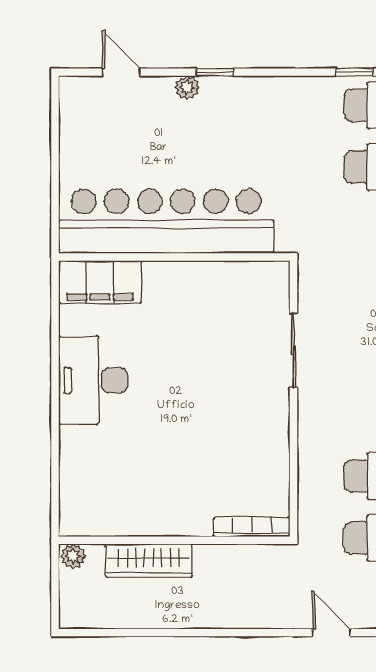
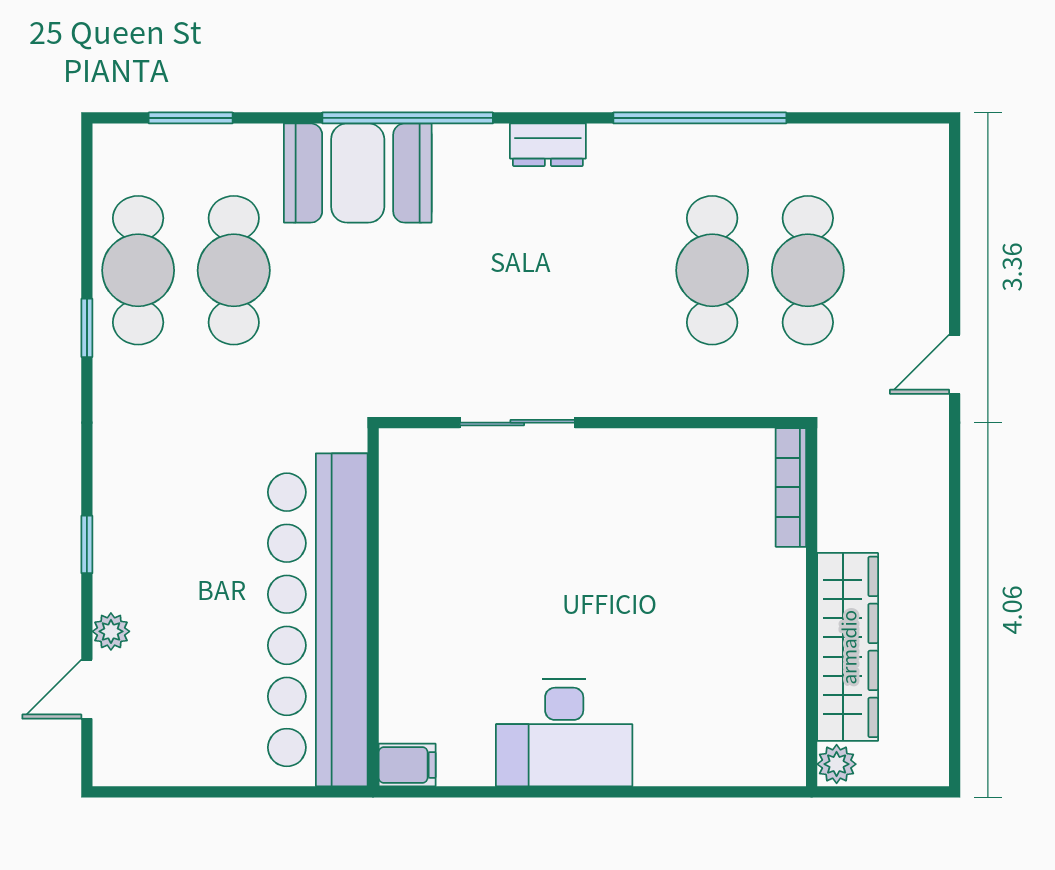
plant: (187, 88) -> (111, 631), moved
filing cabinet: (100, 282) -> (407, 765), width x0.33, depth x0.86
wardrobe: (149, 561) -> (848, 647), width x1.40, depth x1.17

